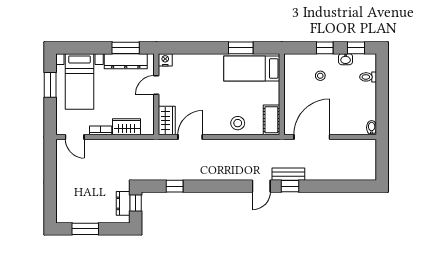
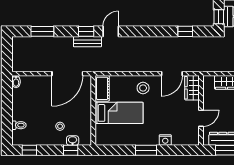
window: (241, 48) -> (146, 150), moved
window: (325, 48) -> (71, 150), moved
washbasin: (346, 59) -> (73, 140), moved
nightstand: (165, 60) -> (165, 140), moved
bed: (252, 69) -> (119, 113), moved
stool: (238, 123) -> (143, 88), moved
window: (341, 186) -> (42, 31), added

